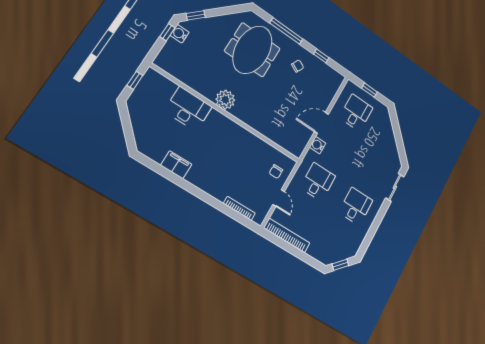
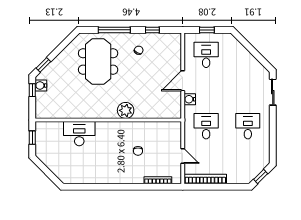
plant: (225, 100) -> (126, 110), moved
filing cabinet: (176, 165) -> (95, 177), removed
chair: (276, 172) -> (138, 151), moved

